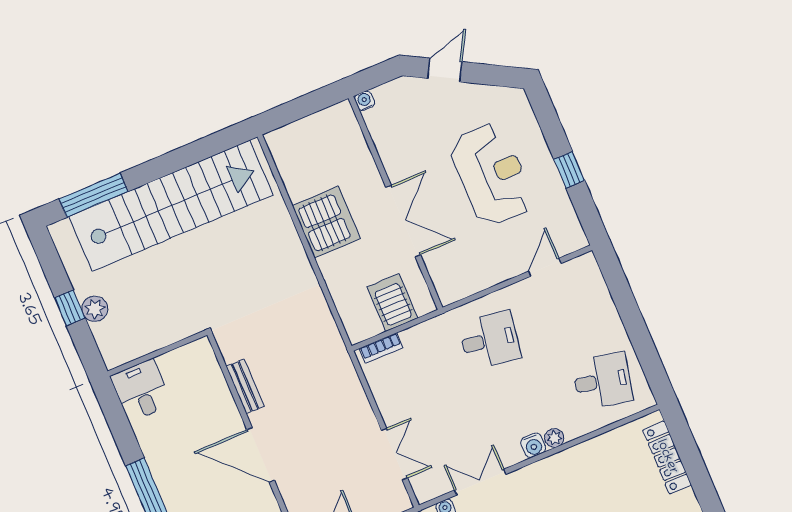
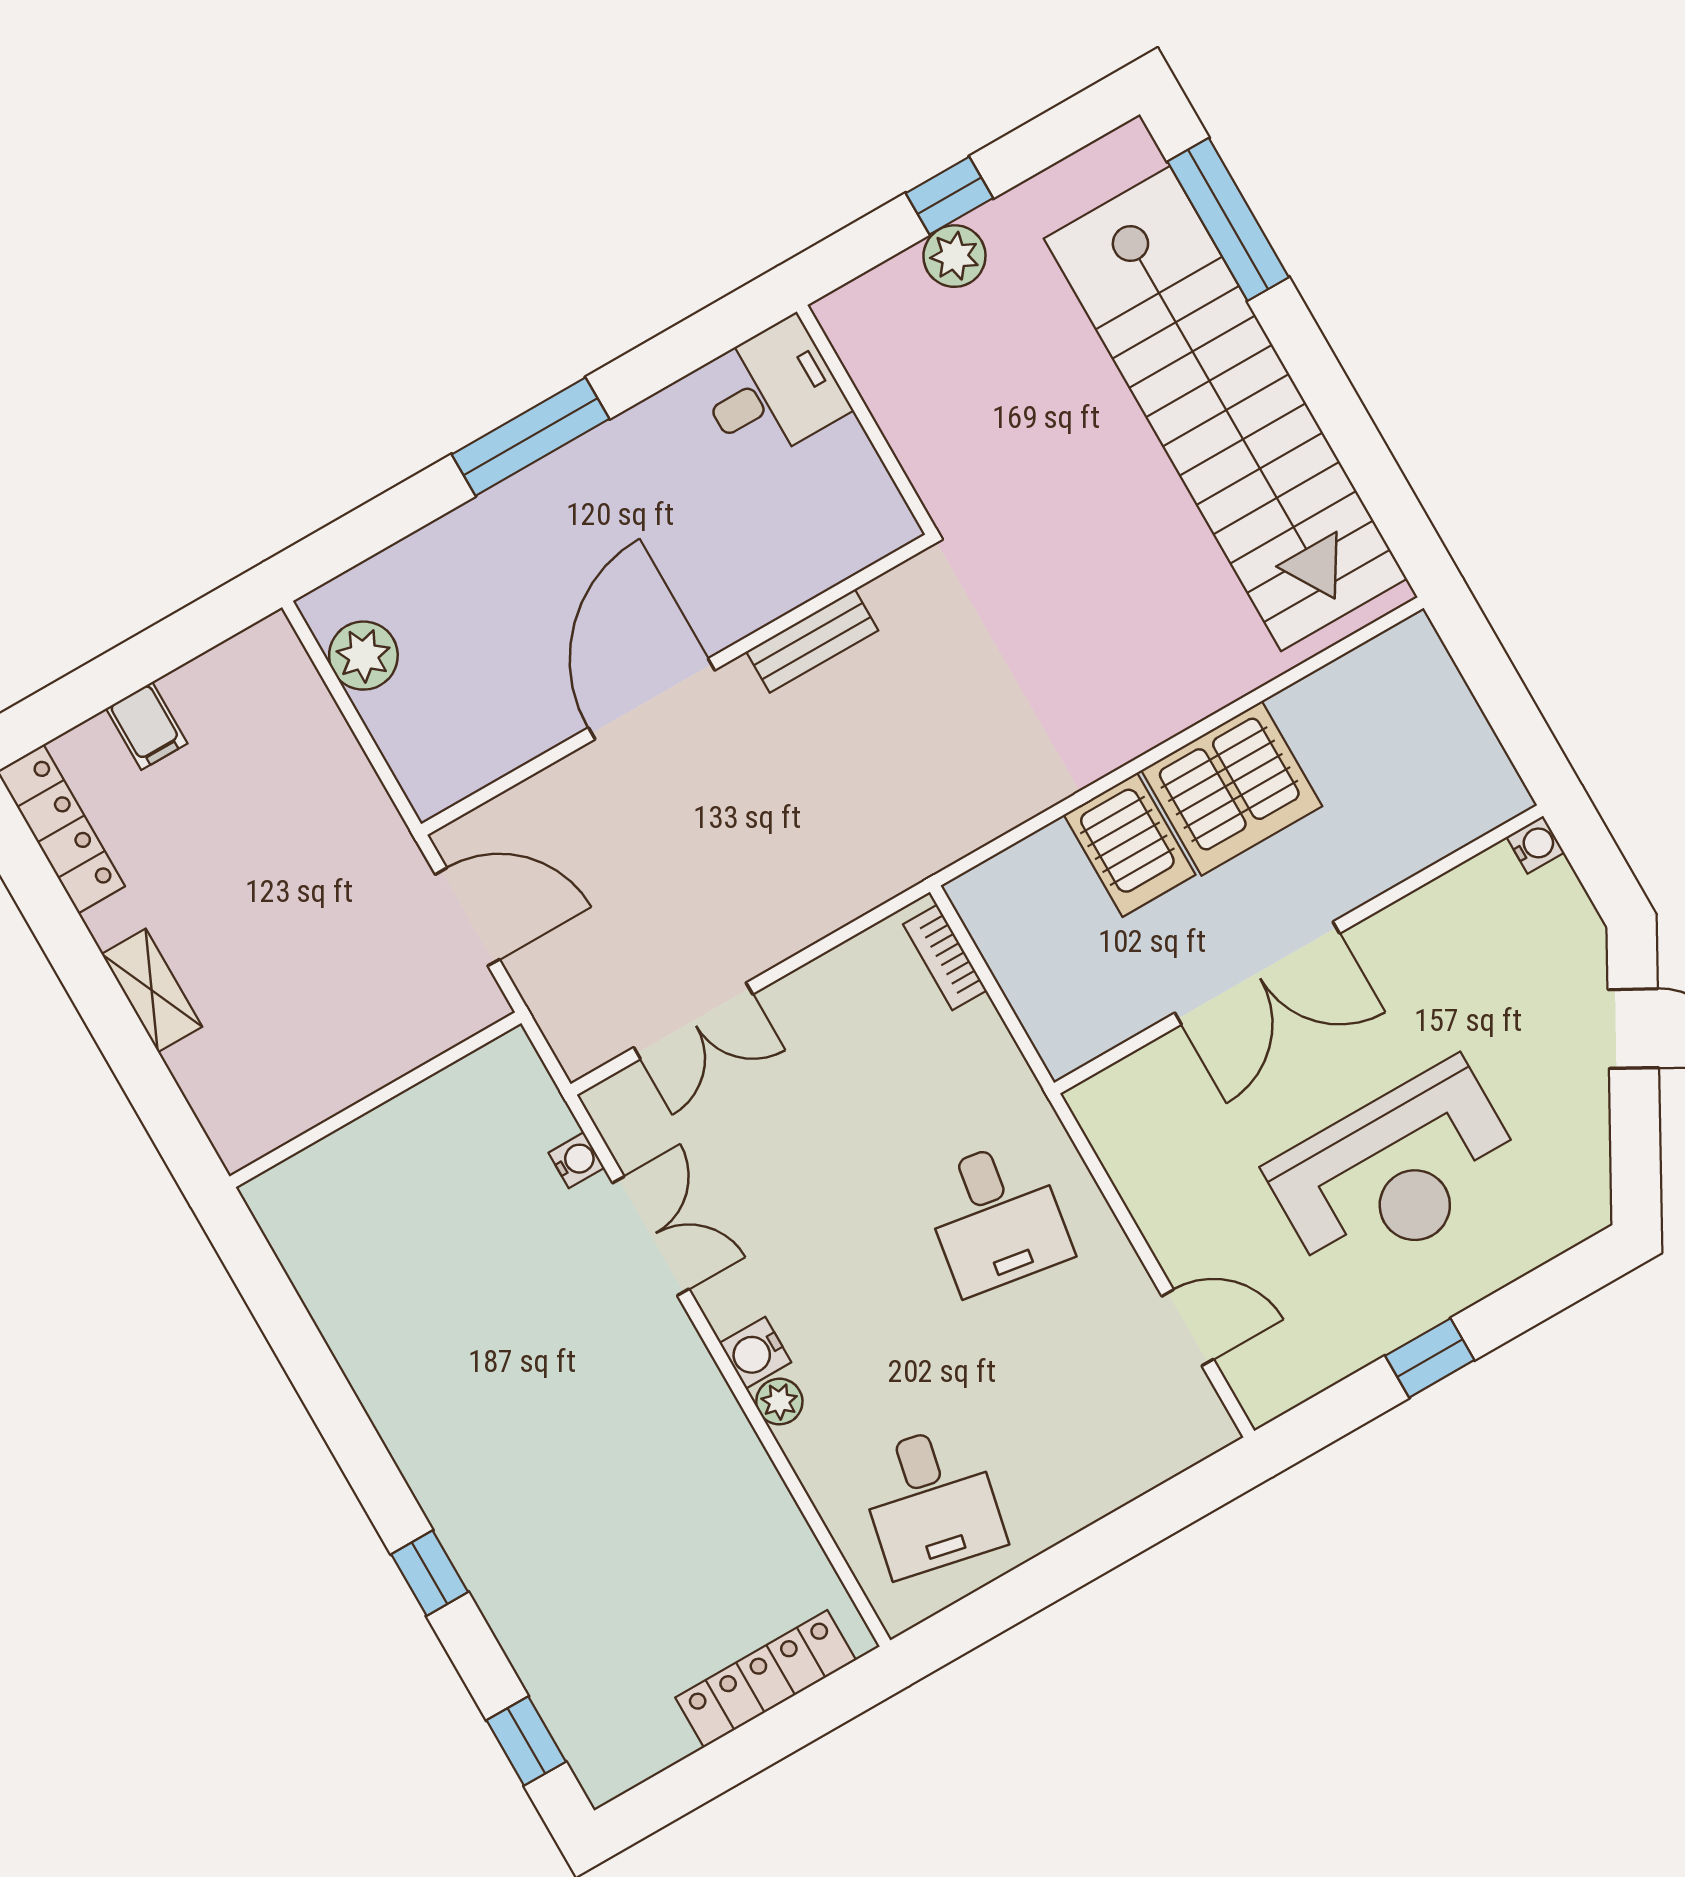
server rack: (392, 303) -> (1130, 845), moved, turned 90

